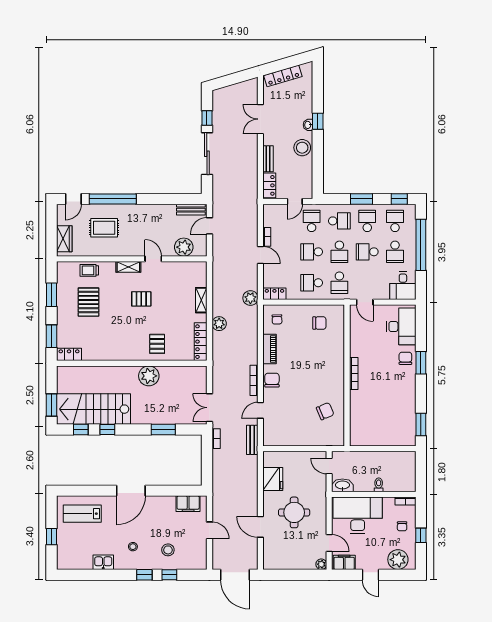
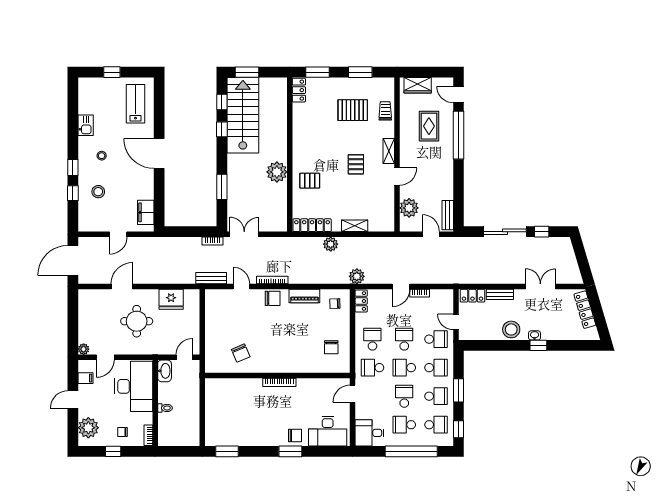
school desk: (339, 221) -> (436, 368), turned -90
filing cabinet: (344, 562) -> (85, 378), width x0.50

